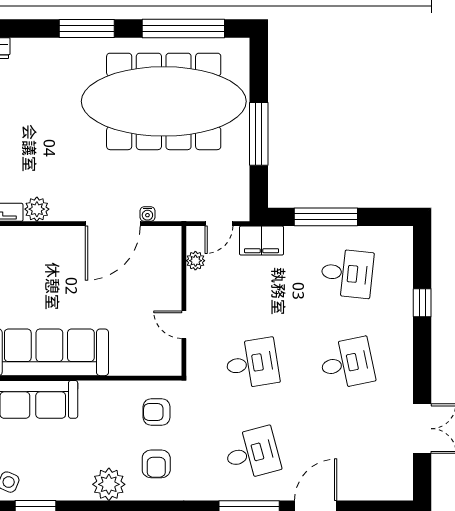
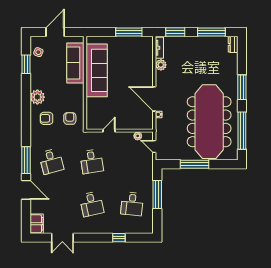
filing cabinet: (261, 241) -> (37, 224), moved, turned 180

